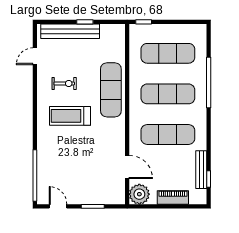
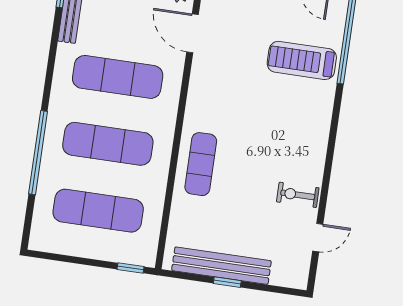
bench: (70, 31) -> (221, 266), moved
exercise bike: (64, 83) -> (298, 195), moved
exercise mat: (111, 90) -> (201, 164), width x0.73, depth x0.69
treadmill: (70, 116) -> (302, 60), moved, turned 180

